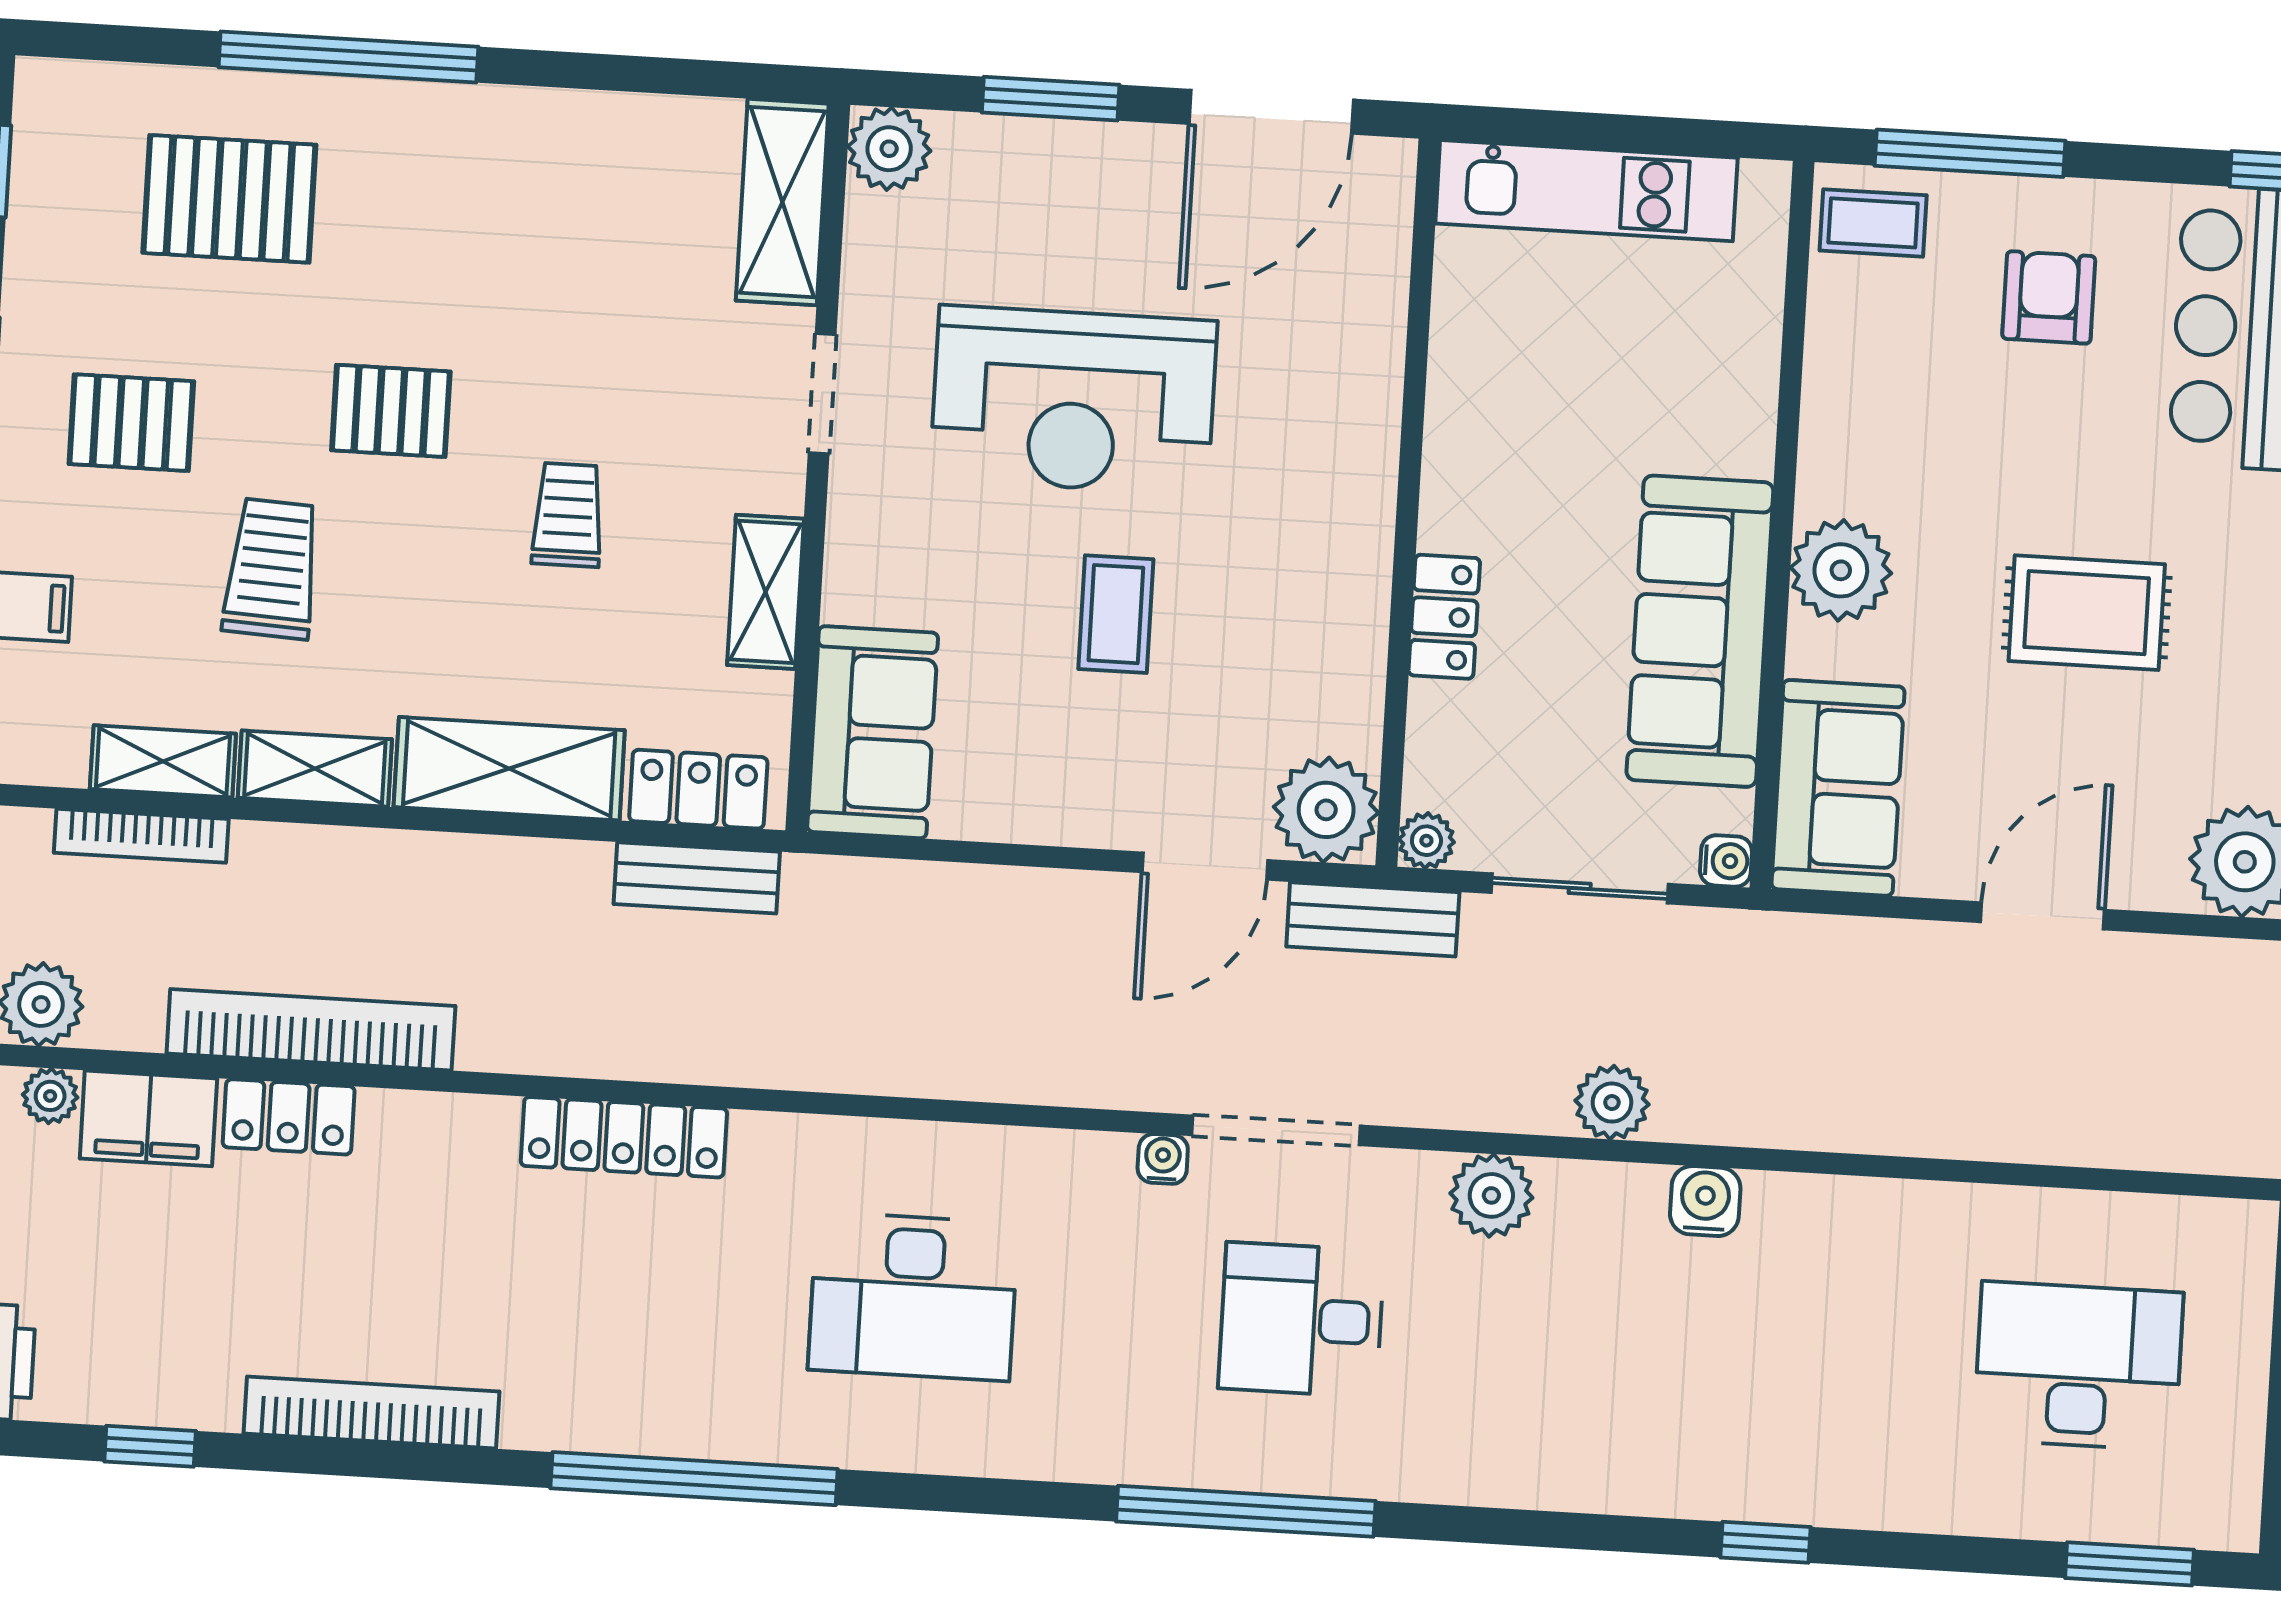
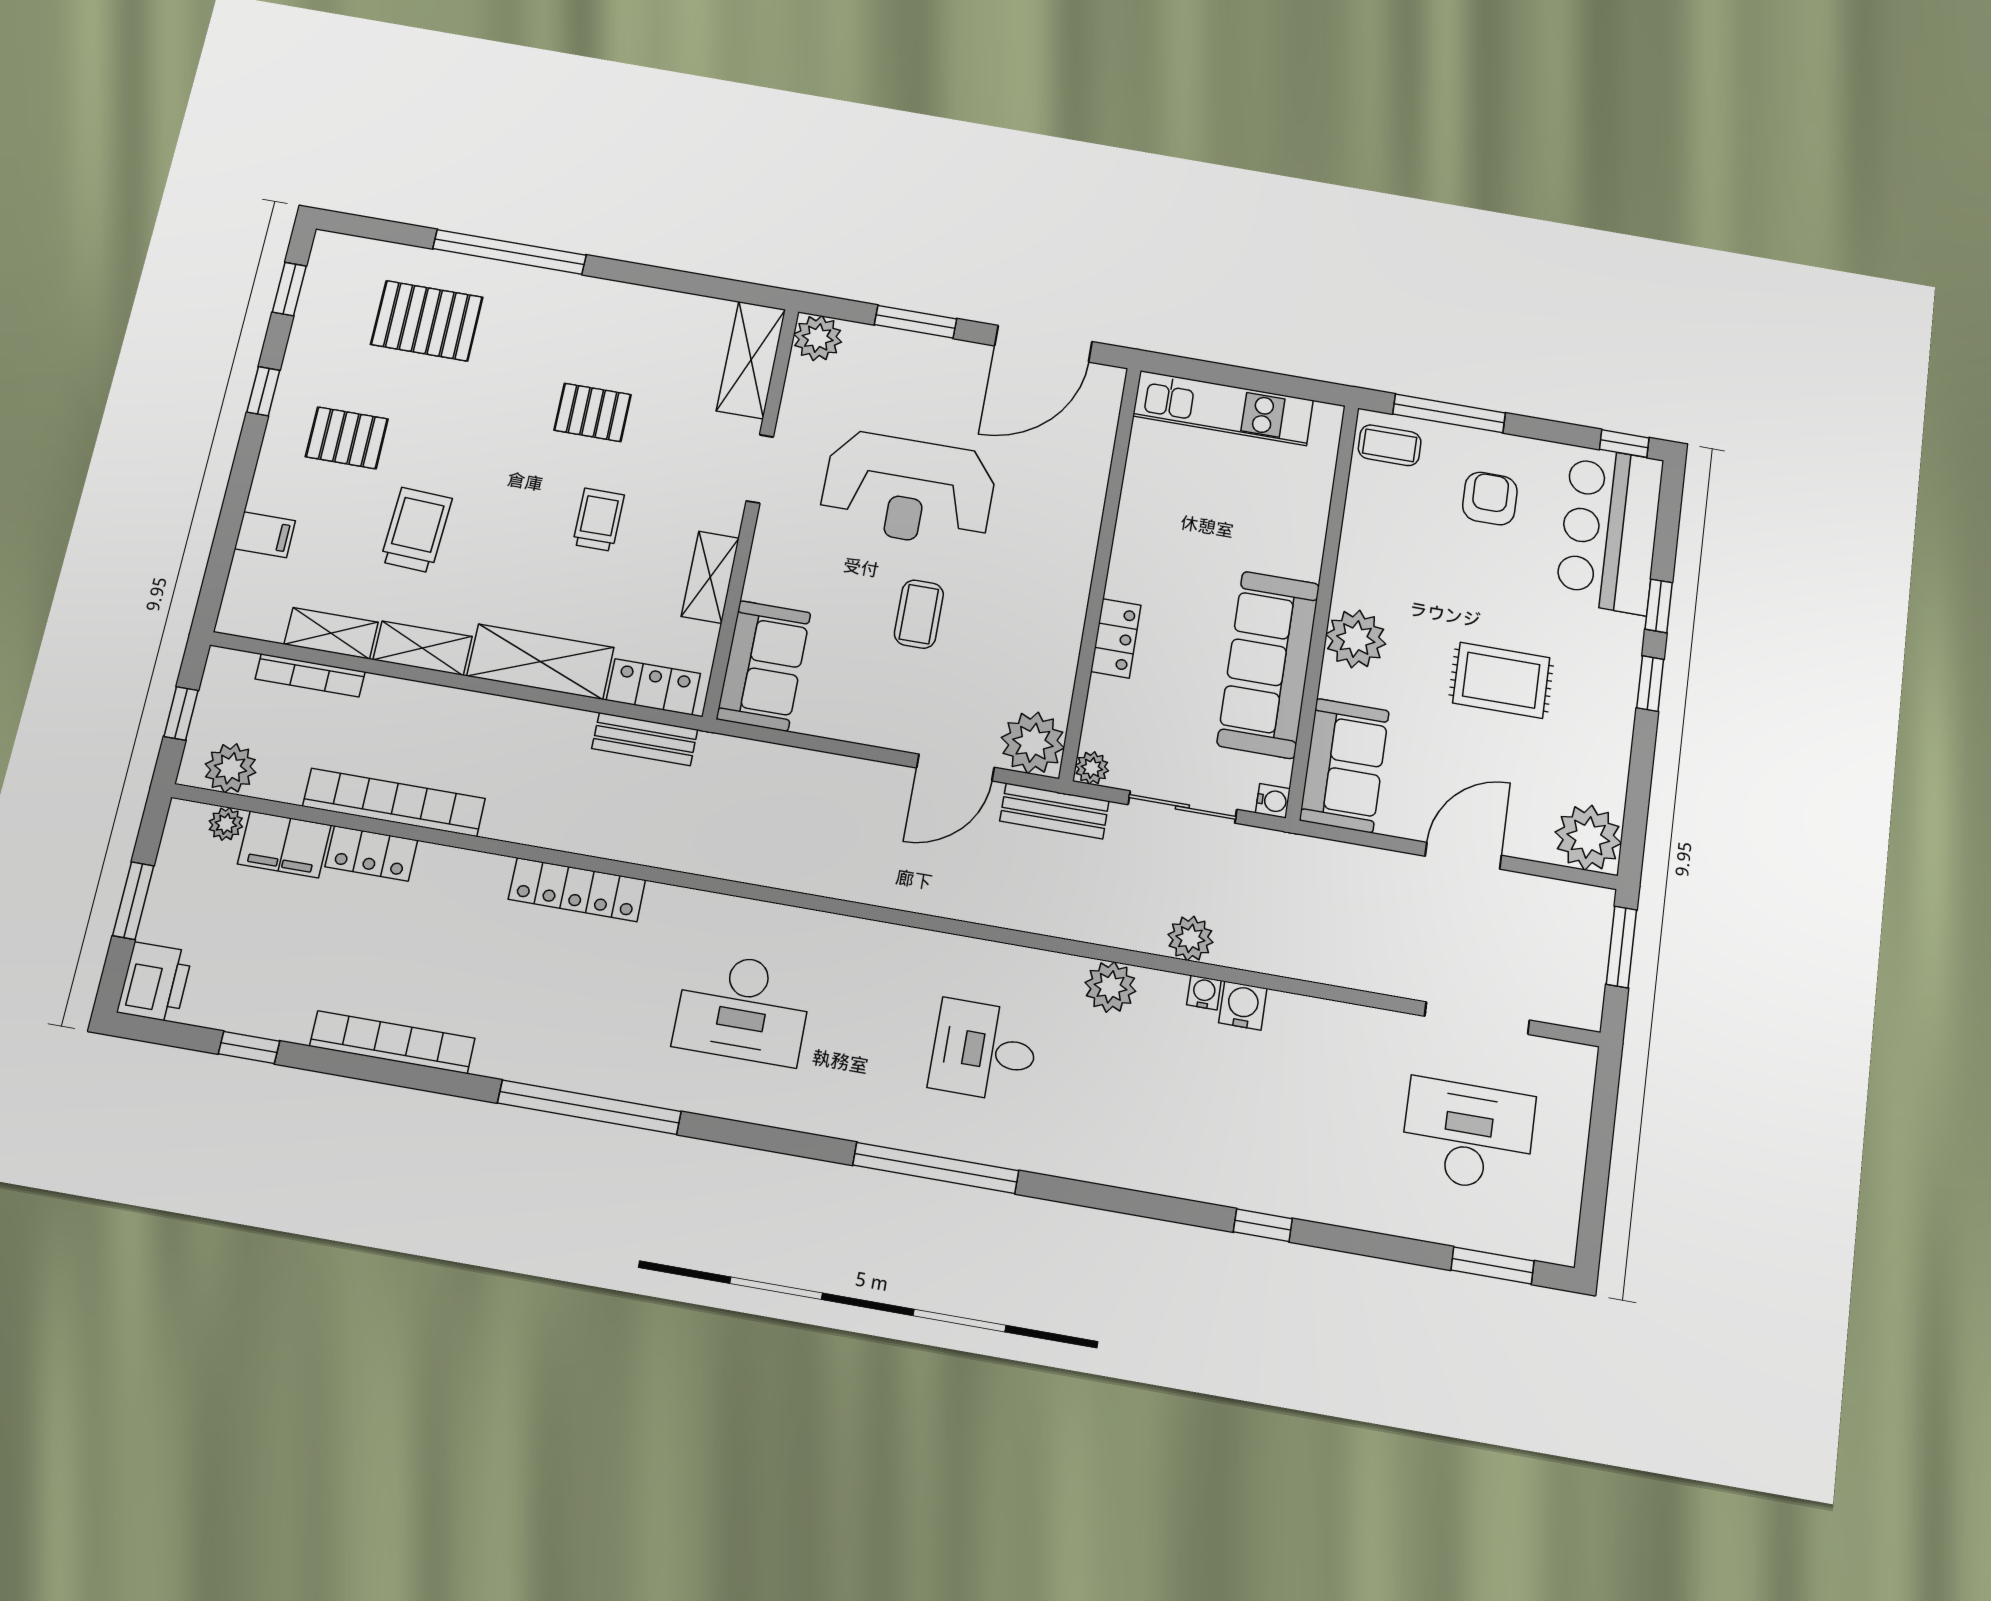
pallet: (391, 411) -> (593, 412), moved
doorway: (1276, 1130) -> (1477, 1018), moved
water cooler: (1163, 1159) -> (1204, 993), moved

